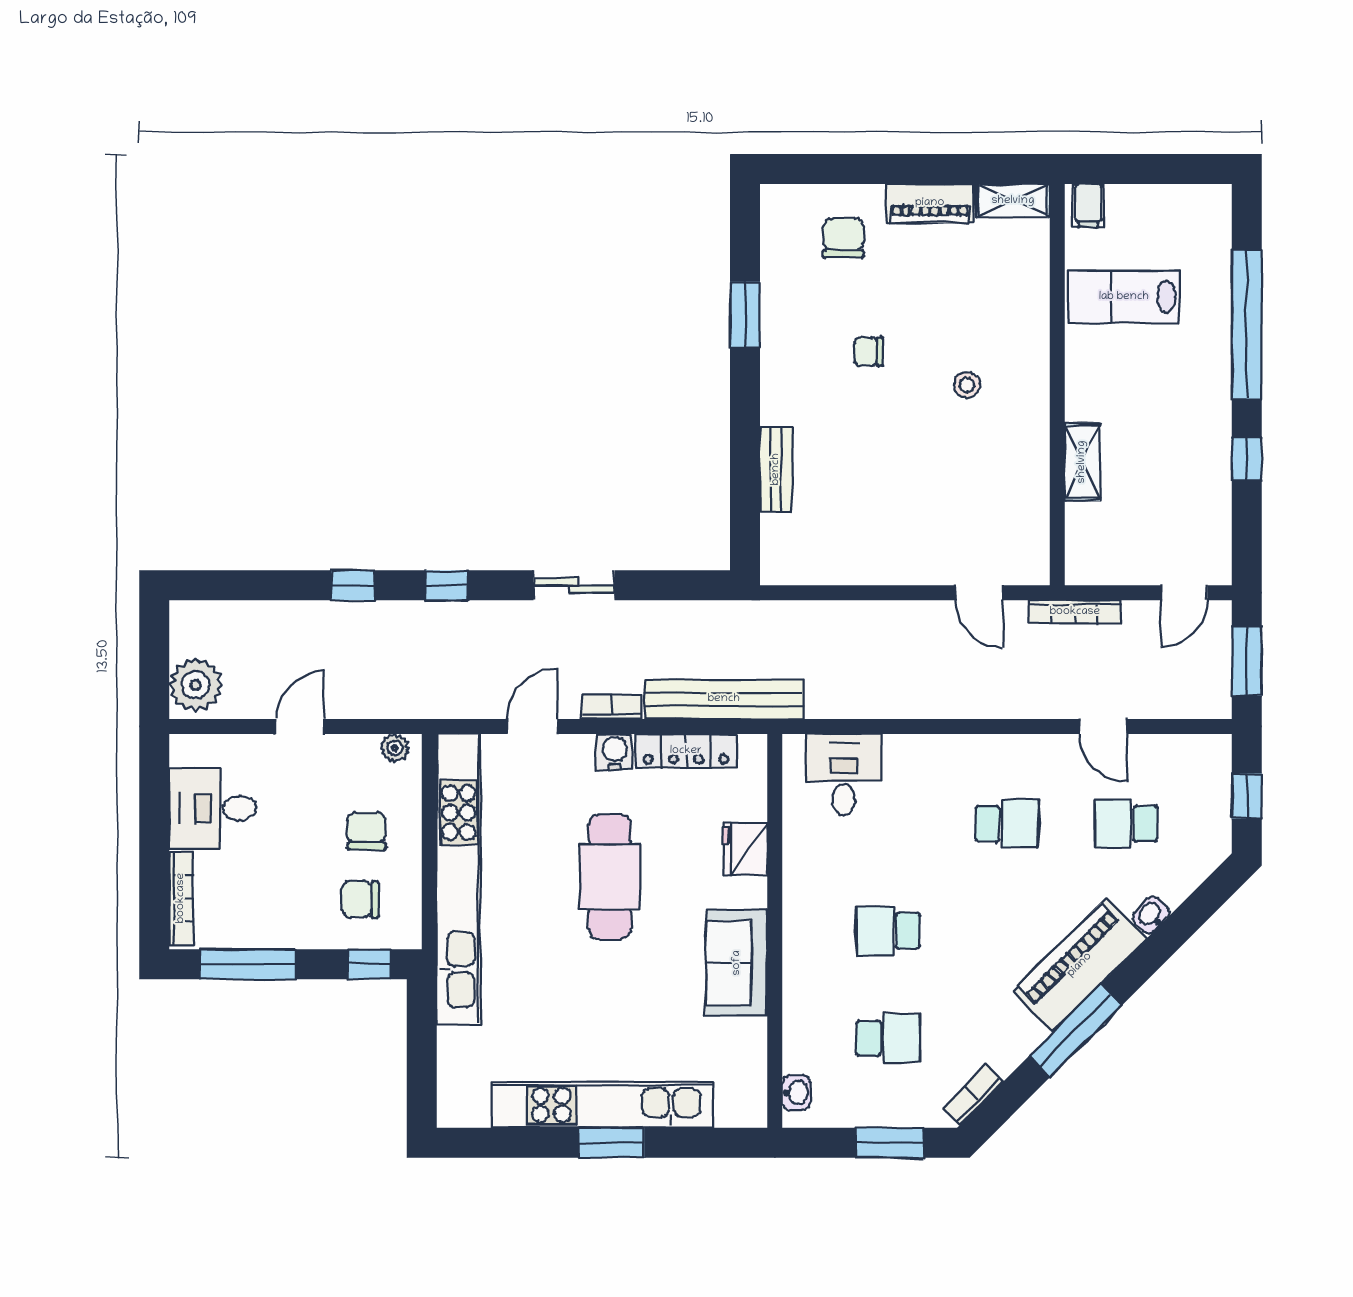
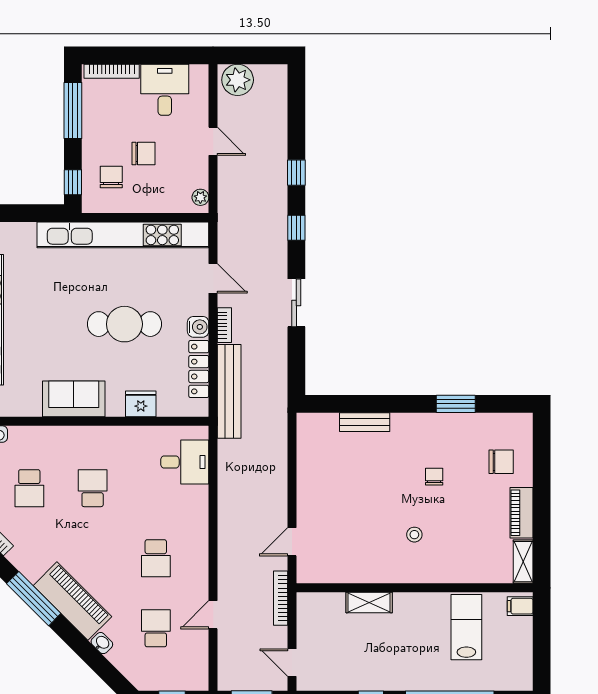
chair: (367, 831) -> (144, 154), moved

